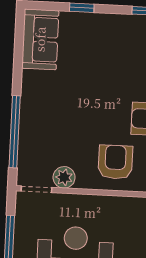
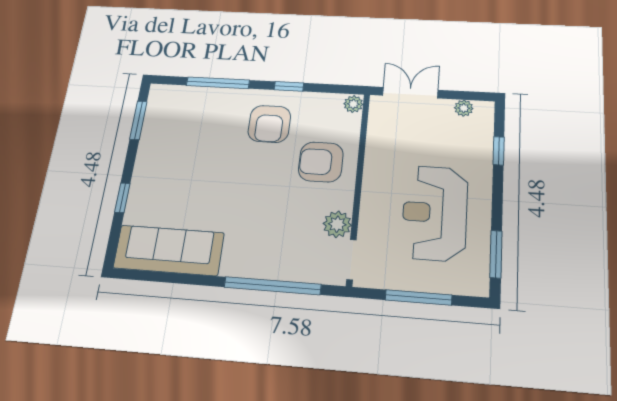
sofa: (40, 39) -> (169, 250), width x1.36

